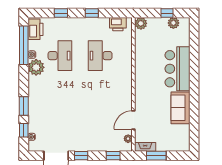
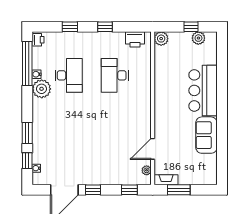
printer: (35, 29) -> (38, 40), width x0.53, depth x0.68

